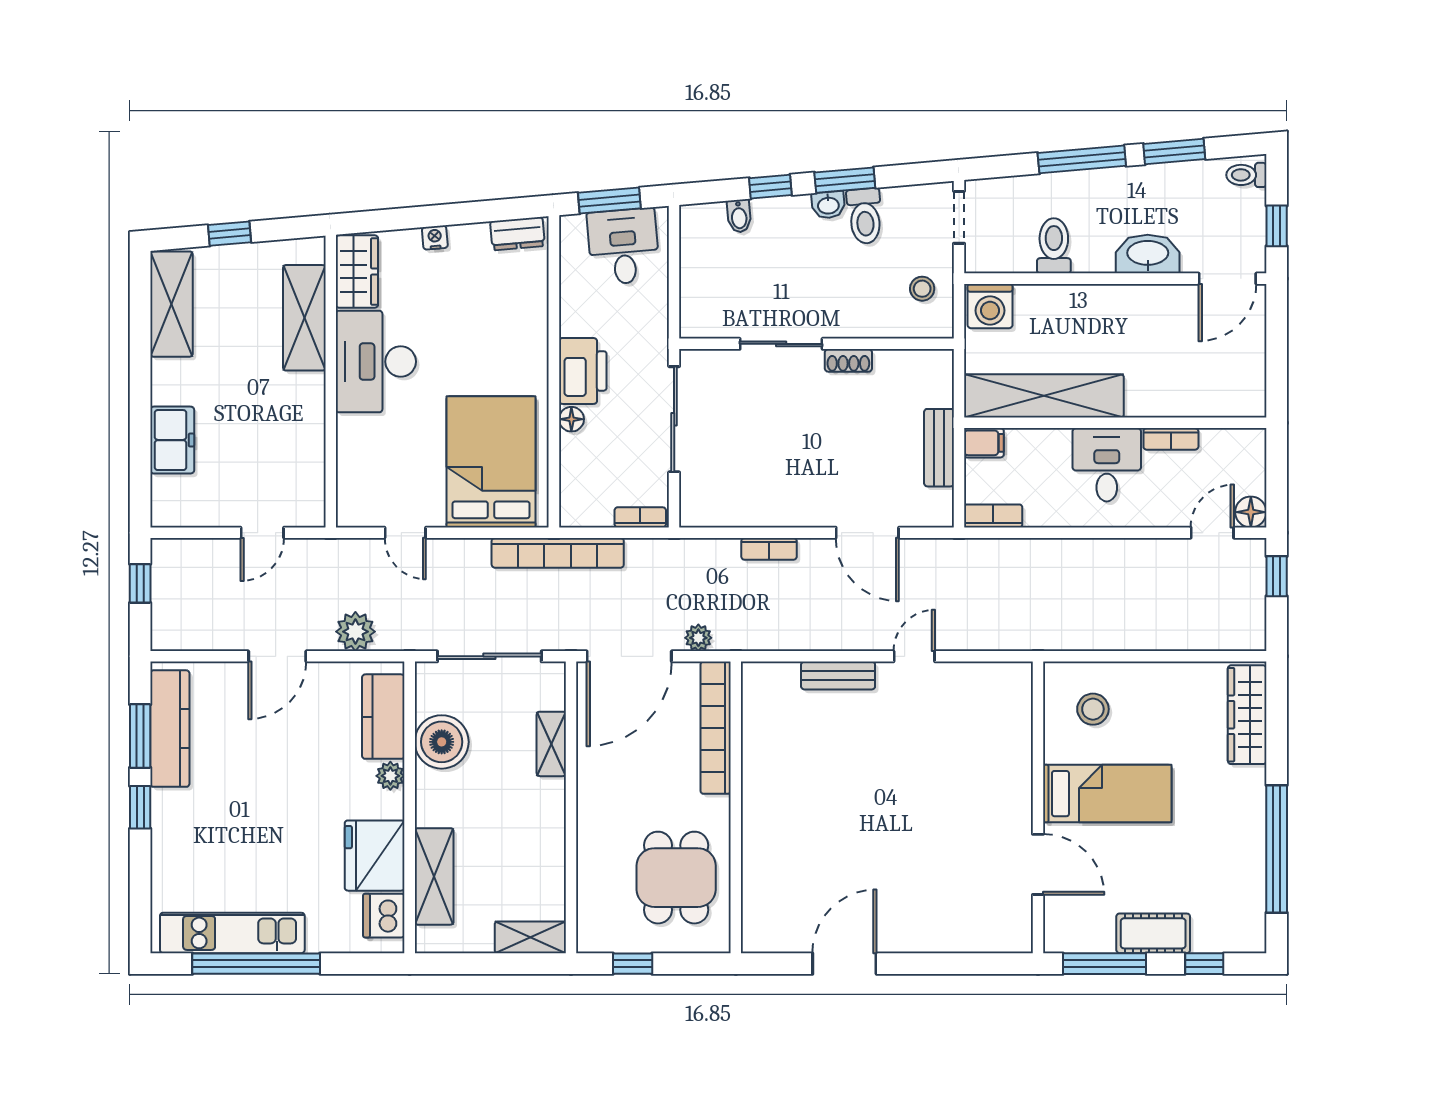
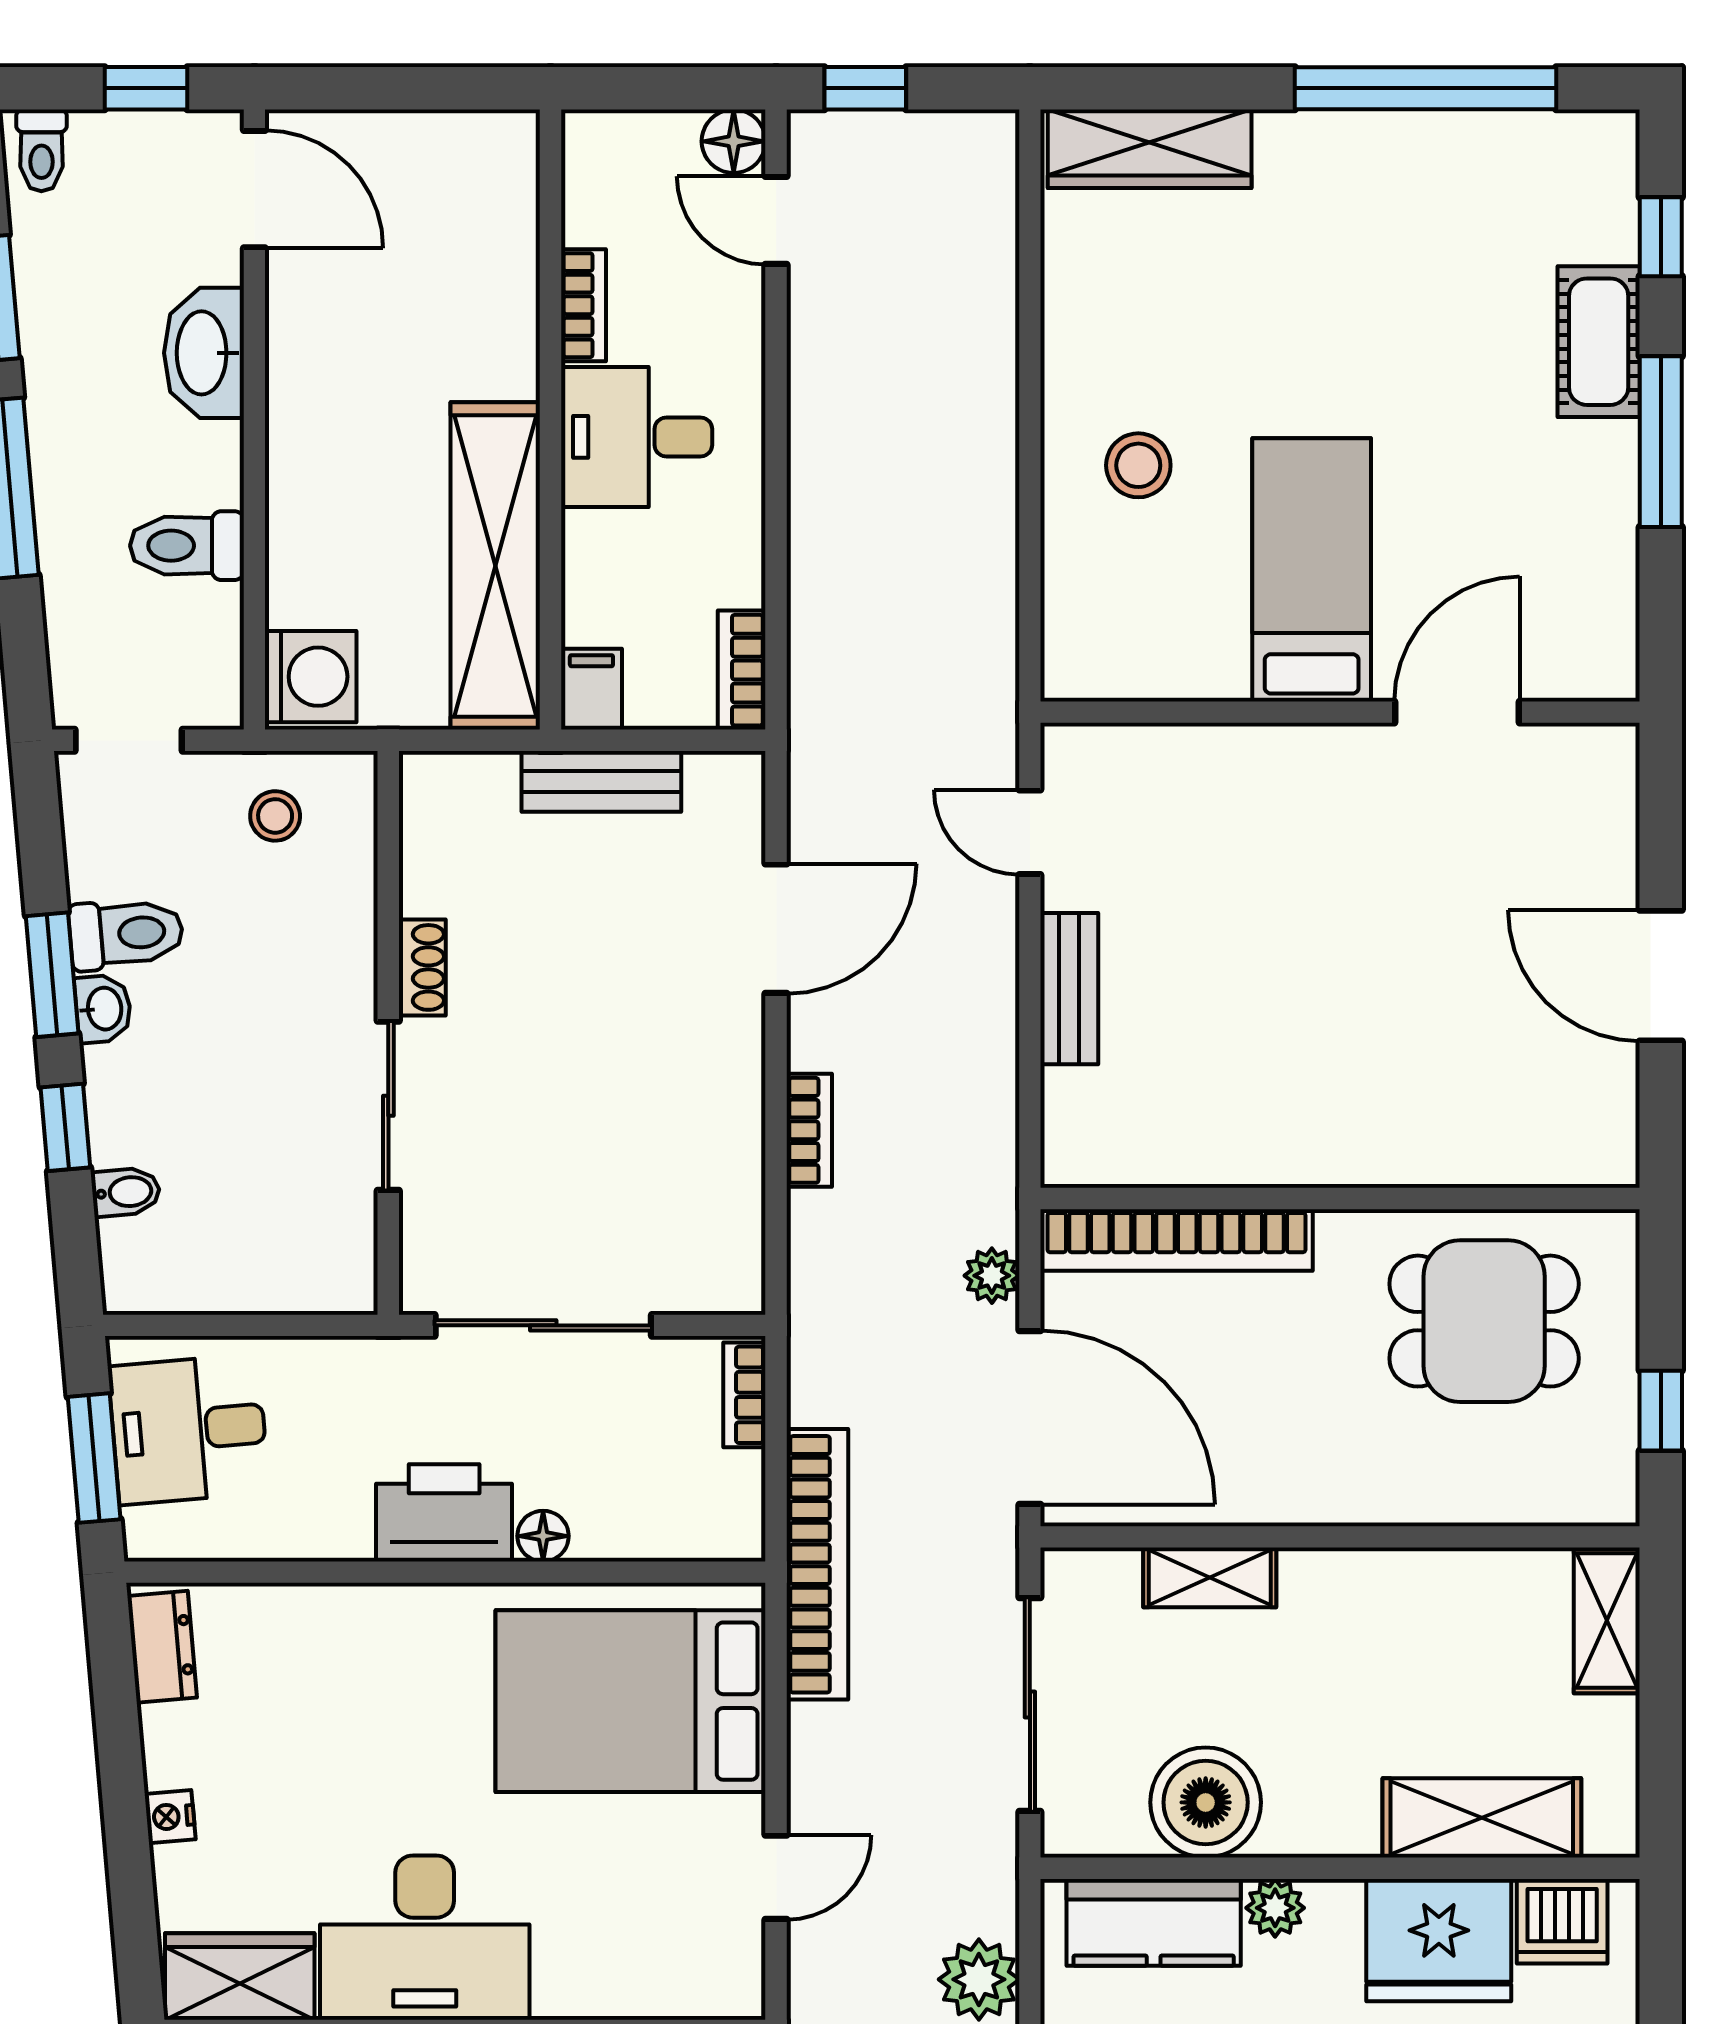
bed: (1107, 794) -> (1312, 570), moved
wall: (1038, 807) -> (1340, 712), moved
door: (1038, 864) -> (1457, 712), moved

